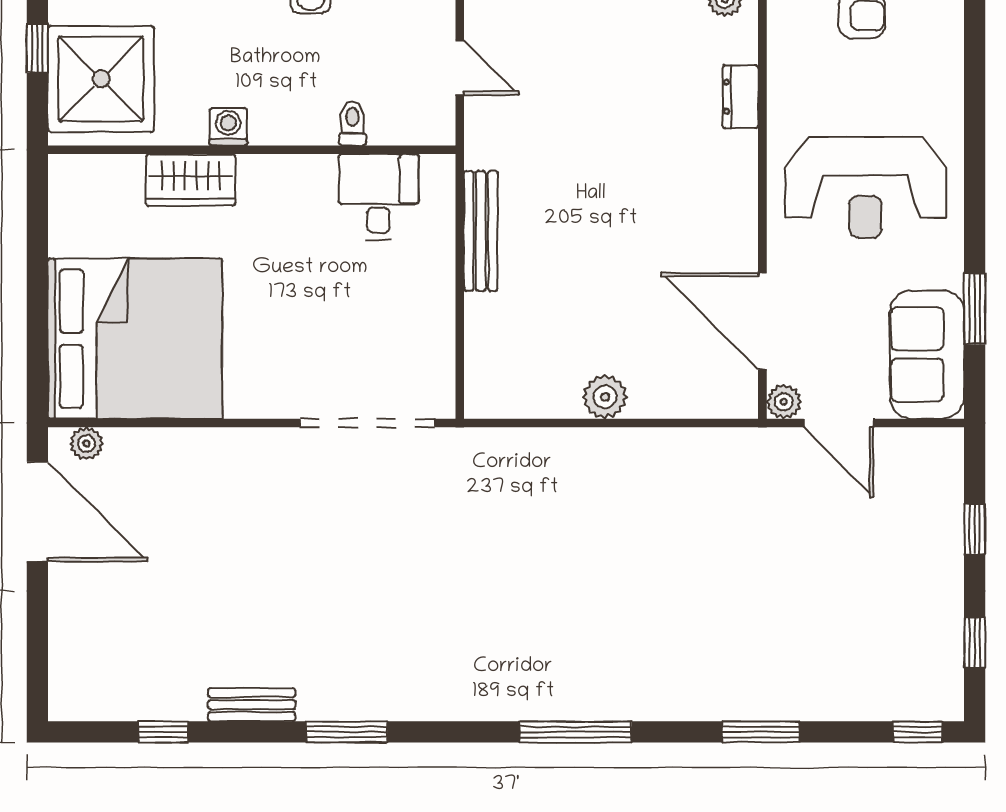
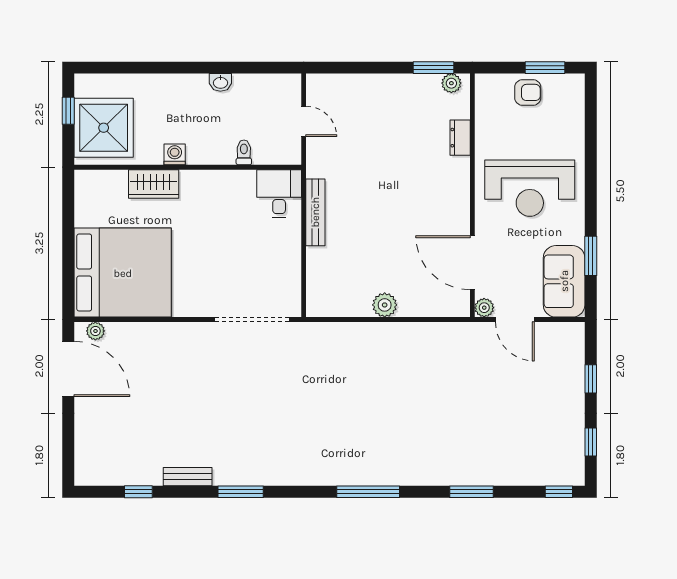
desk: (379, 197) -> (279, 194), moved

